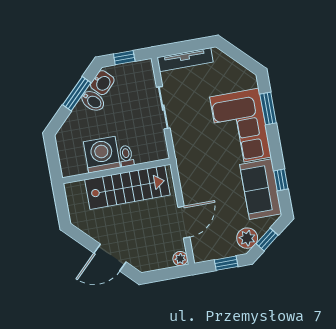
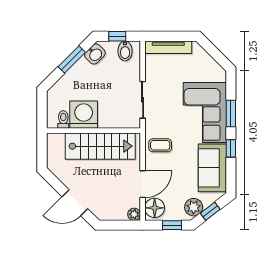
bidet: (93, 101) -> (125, 51), moved, turned 45
sliding door: (163, 108) -> (143, 100), moved
window: (268, 109) -> (231, 113), moved
toilet: (126, 156) -> (63, 120), moved
coffee table: (196, 174) -> (160, 145), added
window: (281, 180) -> (231, 148), moved
floor lamp: (203, 247) -> (155, 208), added

